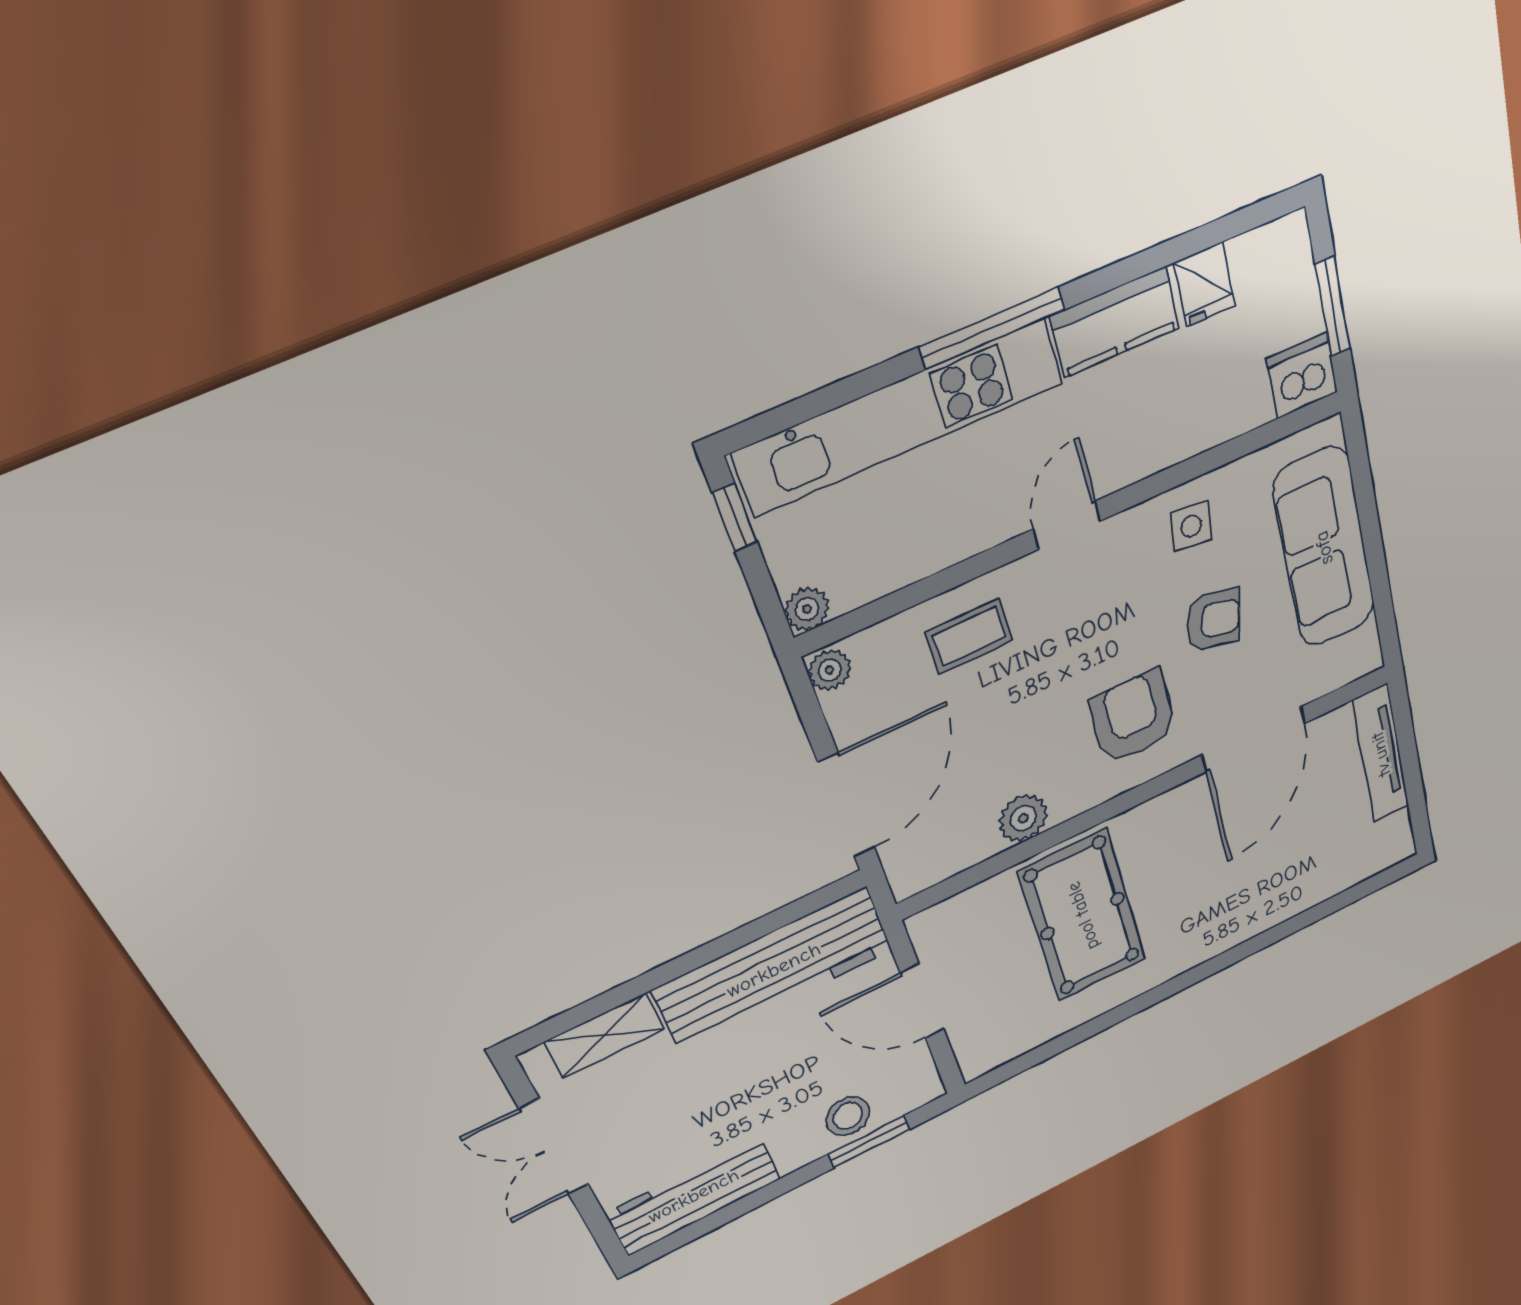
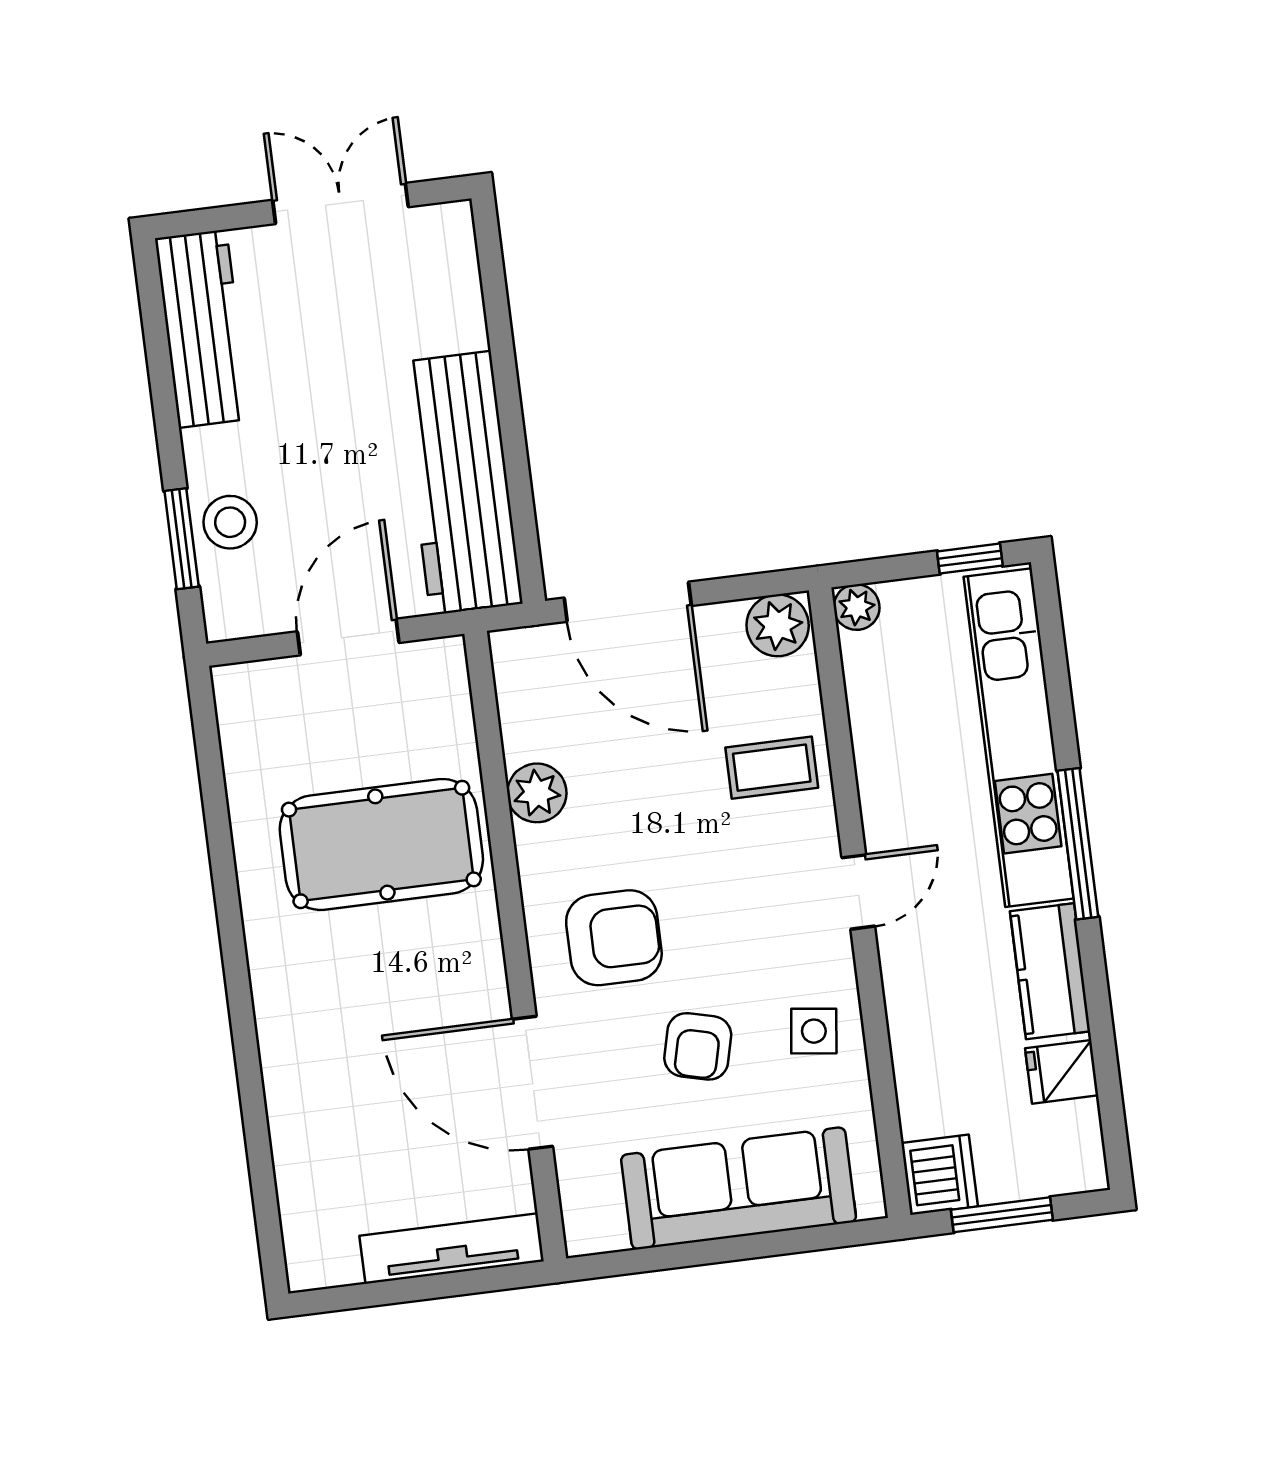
door: (1067, 525) -> (858, 892), hinge flipped
coffee table: (969, 636) -> (772, 768), turned 90
plant: (830, 670) -> (778, 625), width x1.38, depth x1.38
shelving: (604, 1035) -> (457, 291), removed

